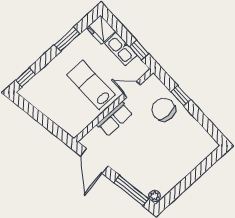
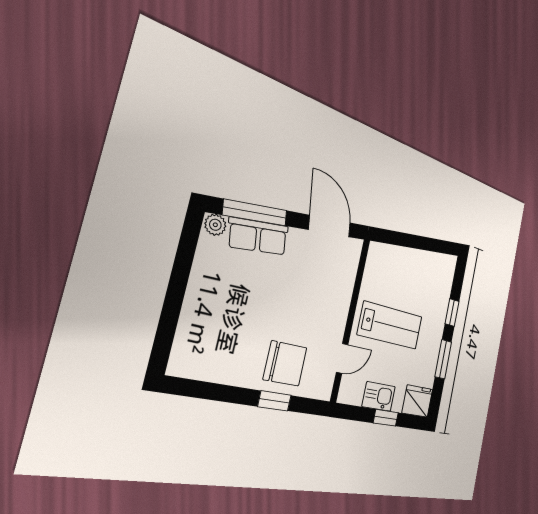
kitchen sink: (121, 49) -> (379, 396), width x0.73
window: (139, 50) -> (386, 418), moved
window: (26, 77) -> (452, 313), moved
row of seats: (115, 119) -> (258, 236), moved, turned -99

